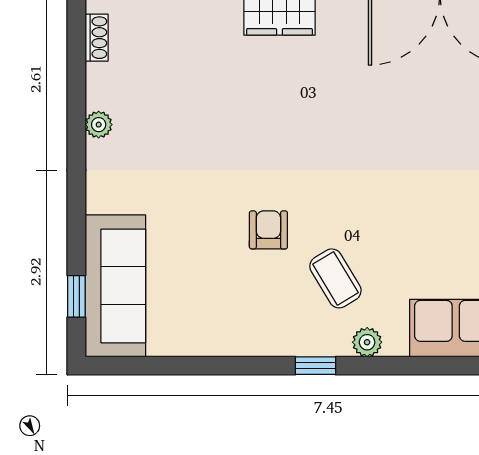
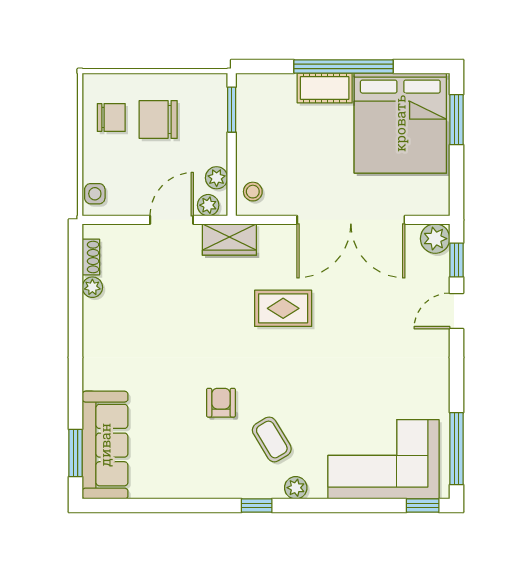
rug: (350, 105) -> (283, 308), added
plant: (99, 125) -> (92, 287), moved
window: (76, 296) -> (76, 453), width x1.50

